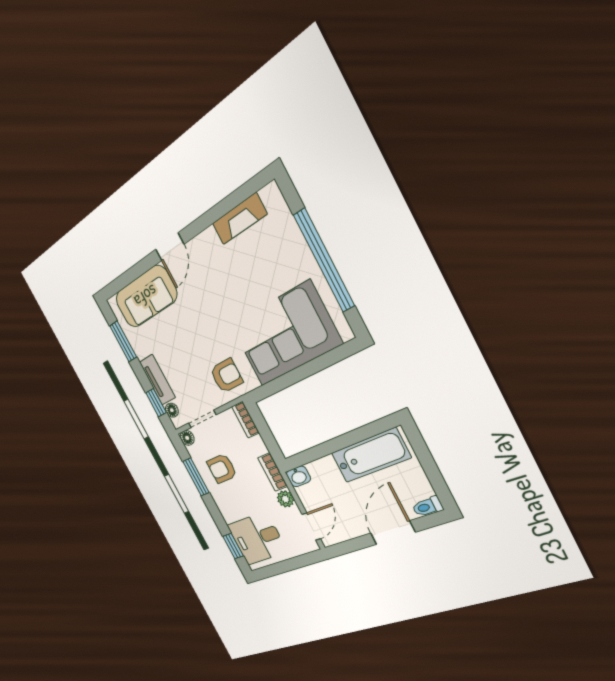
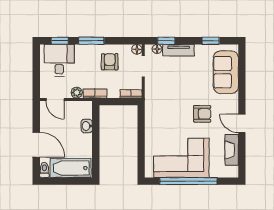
door: (170, 247) -> (242, 123), moved
corner sofa: (285, 334) -> (181, 158), moved, turned -90
window: (123, 341) -> (211, 41), width x0.67
armchair: (226, 376) -> (202, 114), moved, turned -90
bathtub: (371, 455) -> (71, 168), moved, turned 90
washbasin: (298, 476) -> (87, 126), moved
window: (196, 477) -> (91, 41), moved

